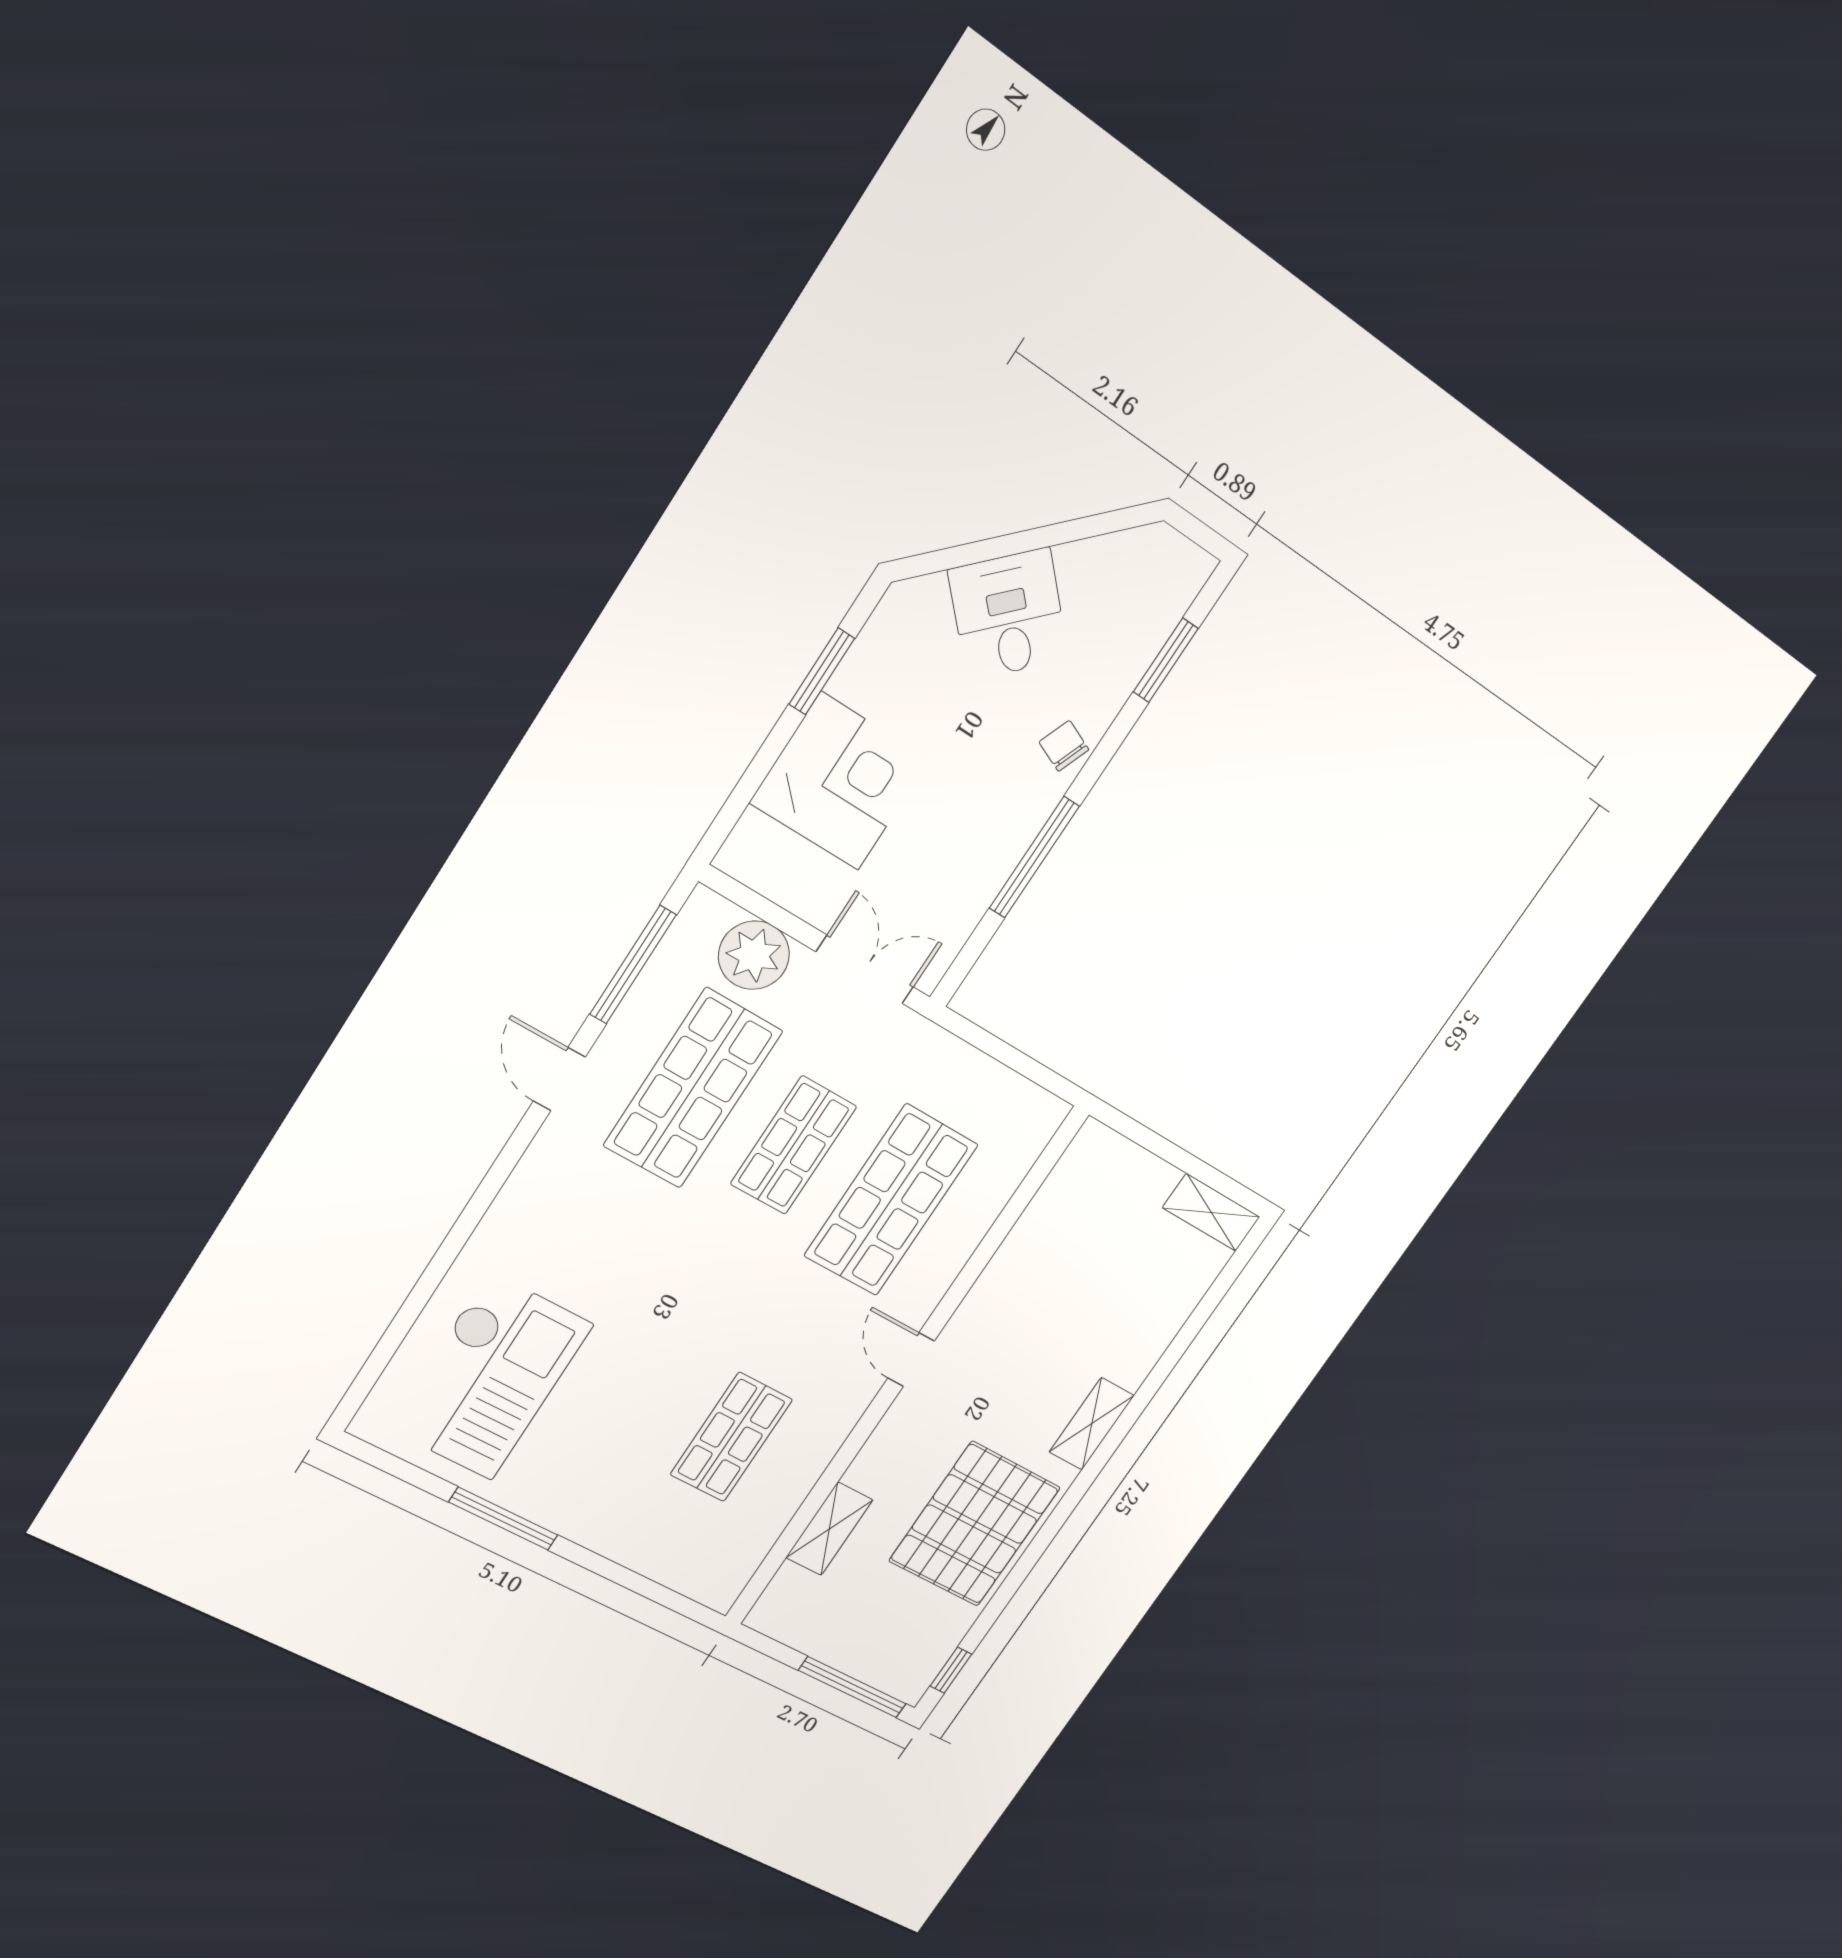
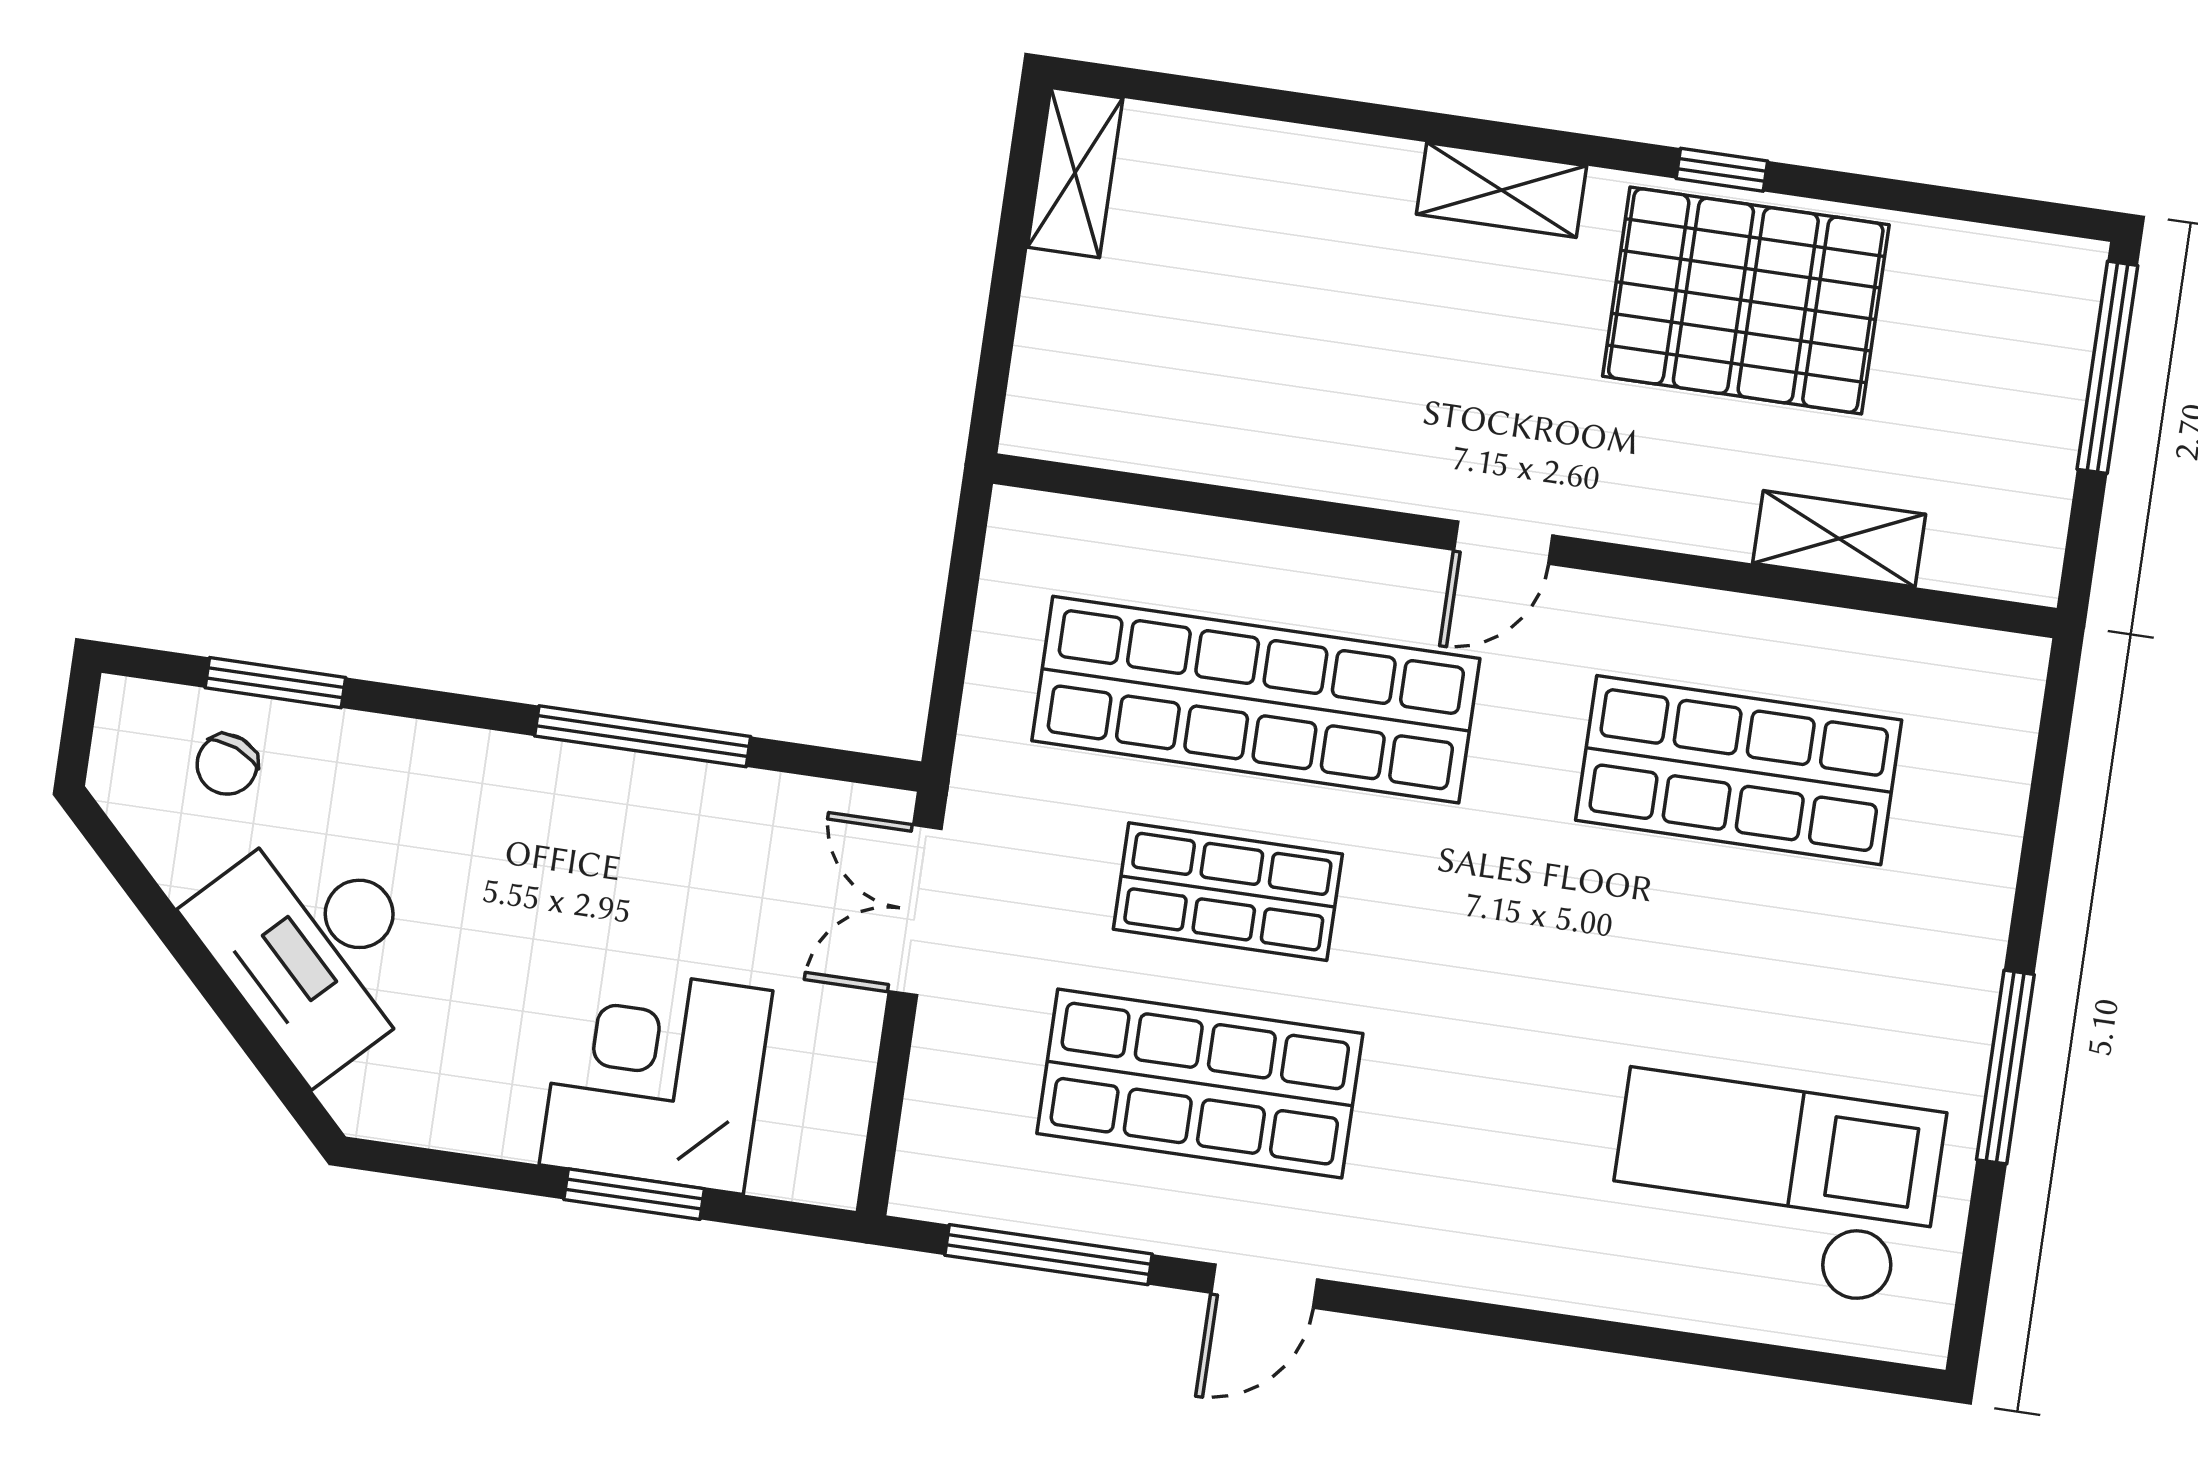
desk: (1008, 615) -> (315, 947), width x1.37
window: (822, 671) -> (634, 1194), moved
chair: (1064, 746) -> (227, 764), moved
plant: (754, 955) -> (962, 1085), removed
shop shelf: (891, 1200) -> (1256, 700), width x1.40
shop shelf: (731, 1437) -> (1739, 770), width x1.43, depth x1.36
window: (951, 1670) -> (1722, 170), moved

